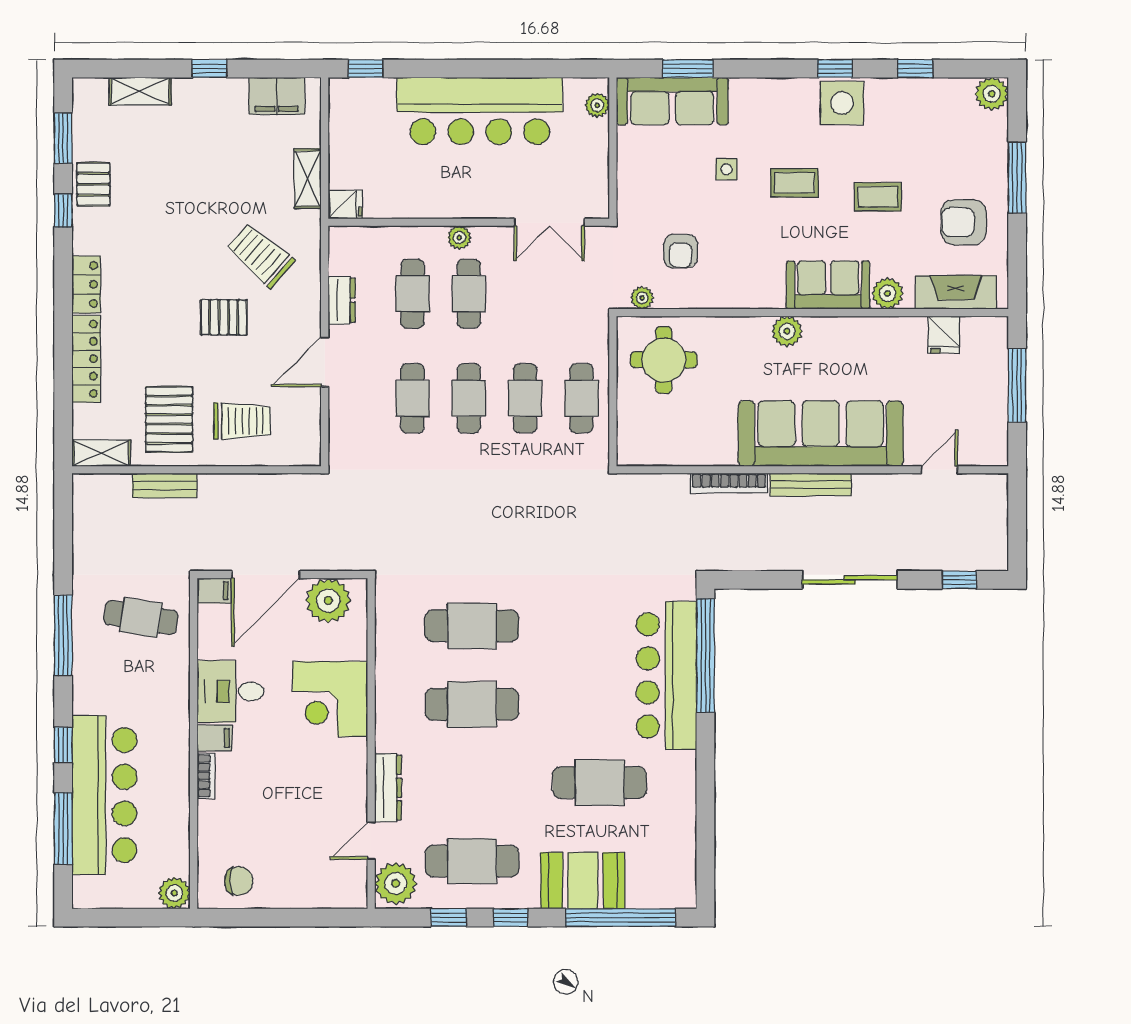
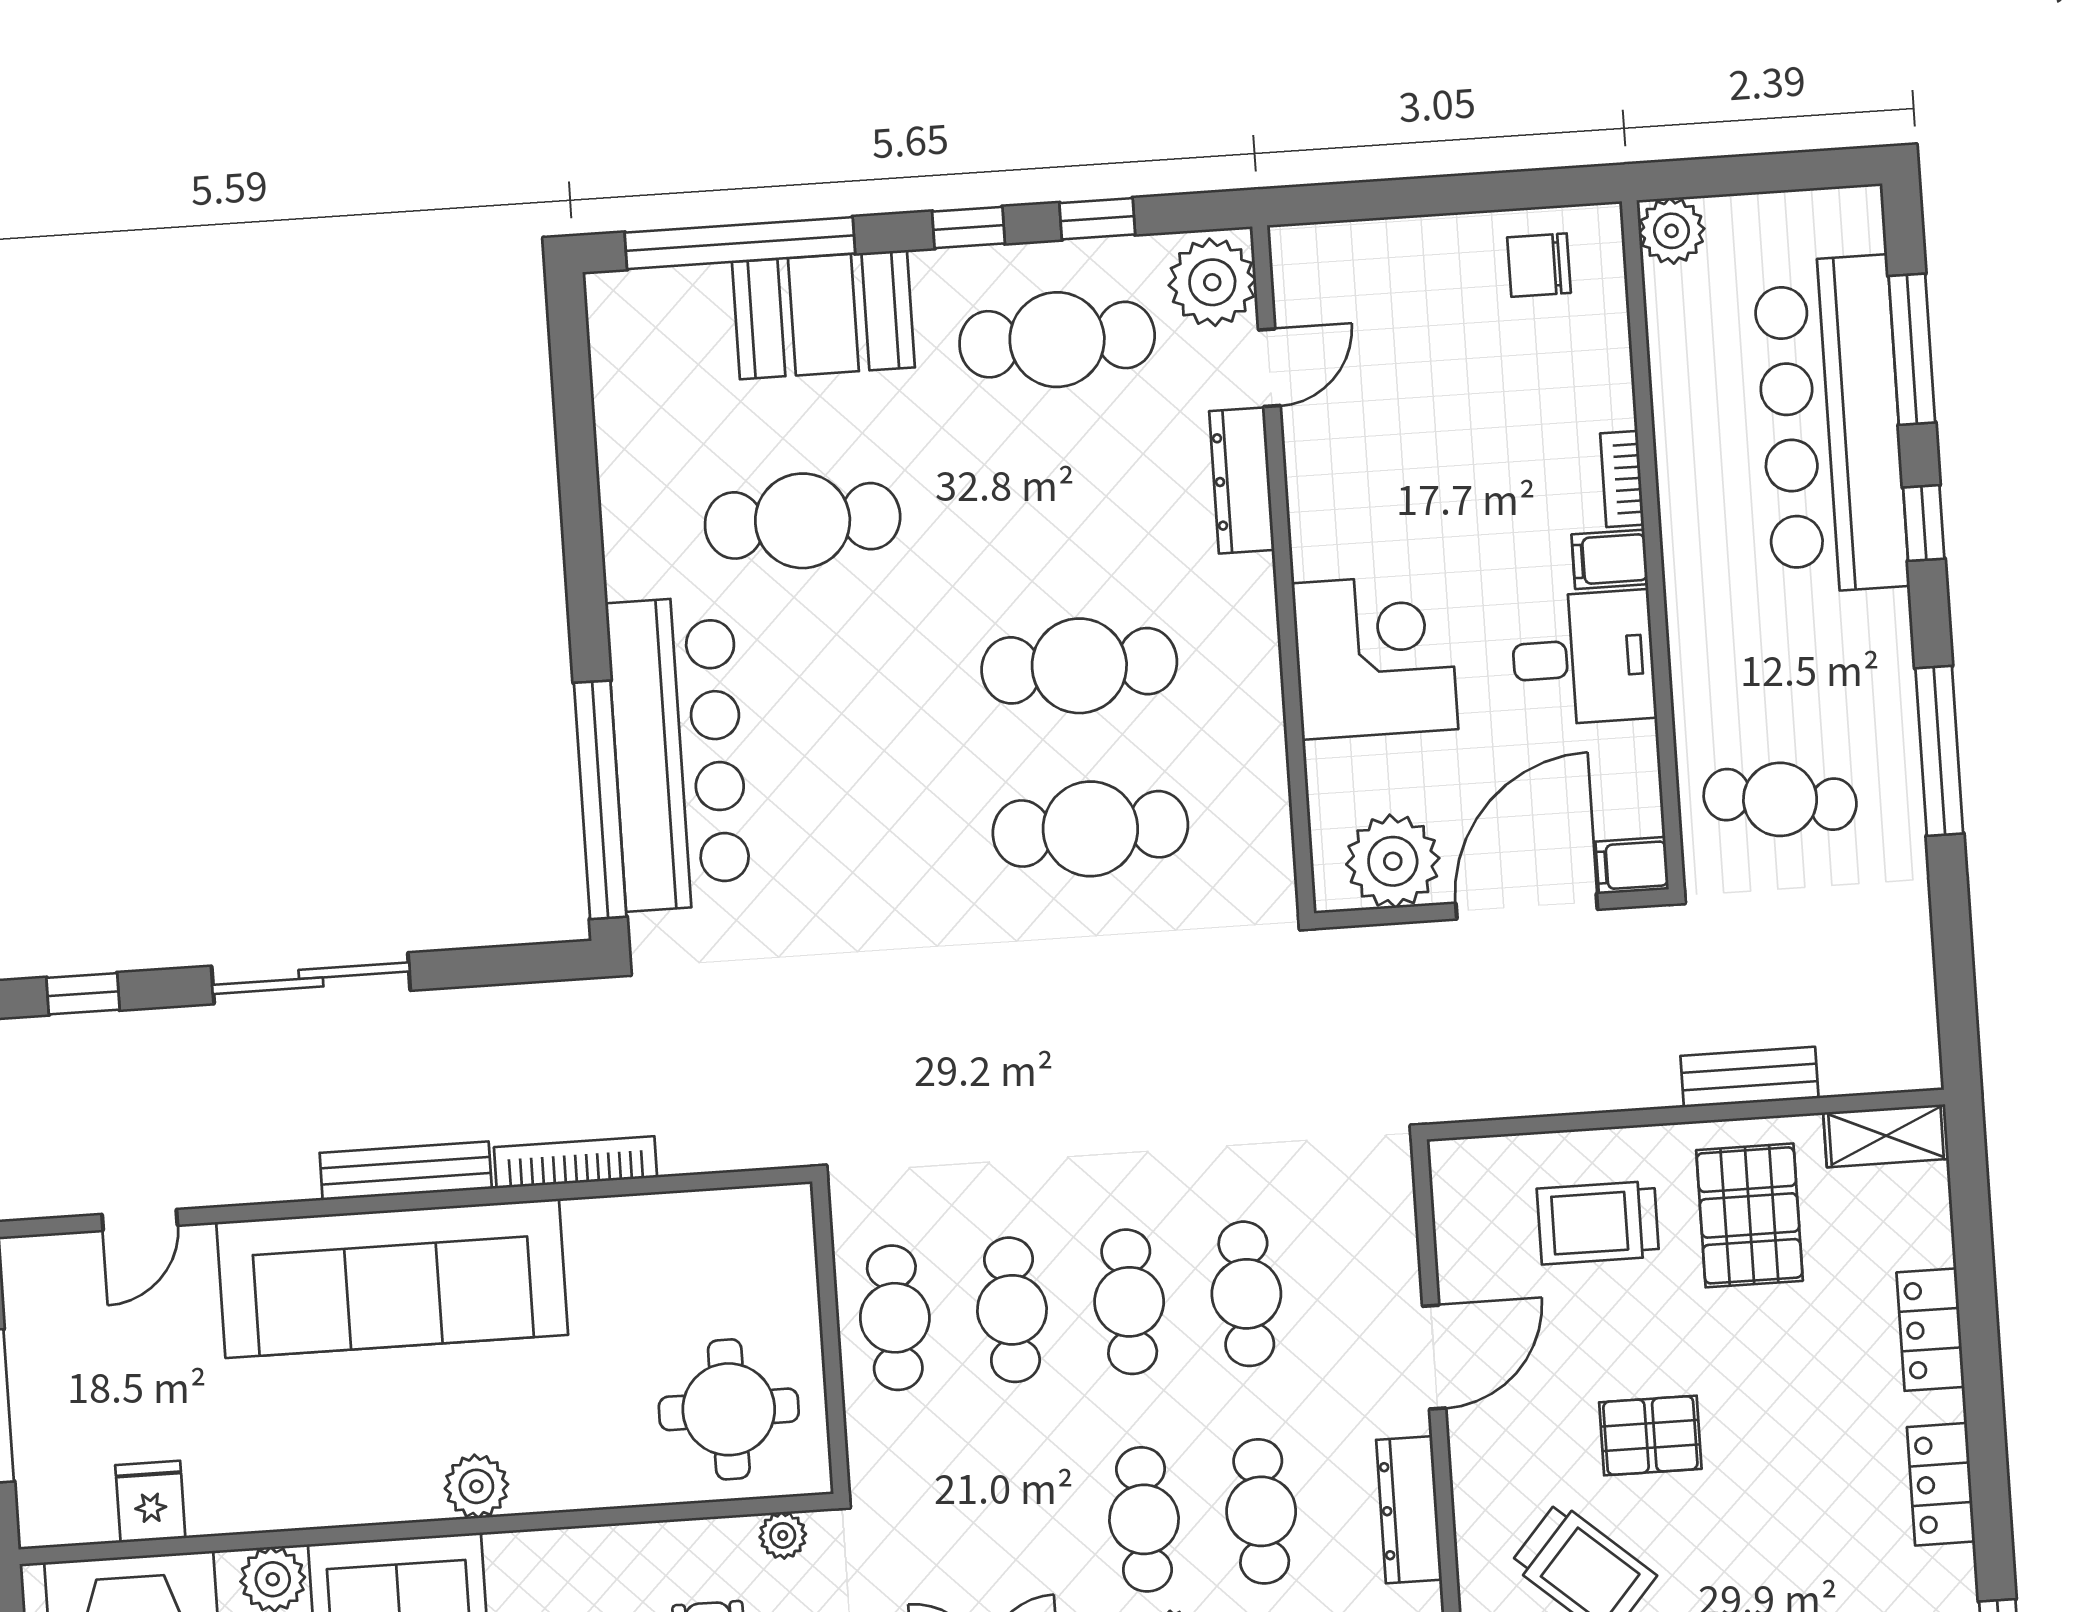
dresser: (342, 300) -> (1409, 1510), width x1.44
locker: (86, 359) -> (1930, 1330), width x0.66

